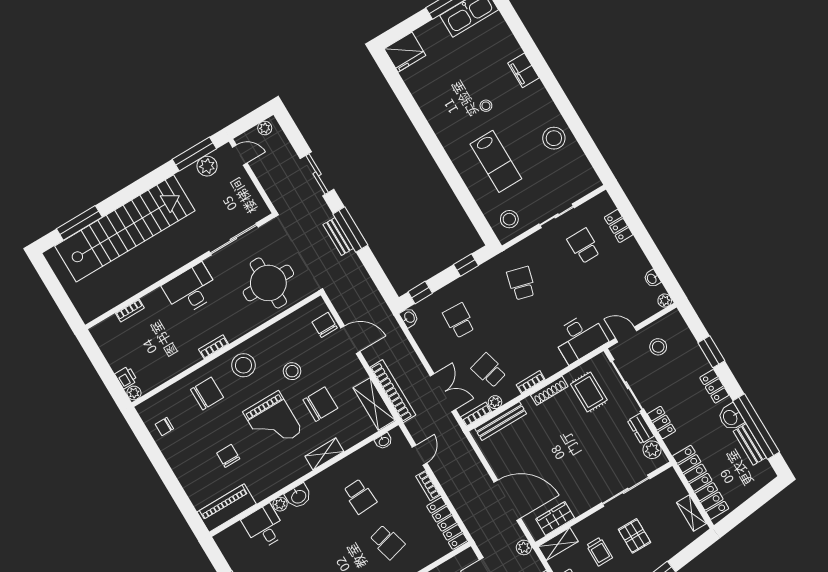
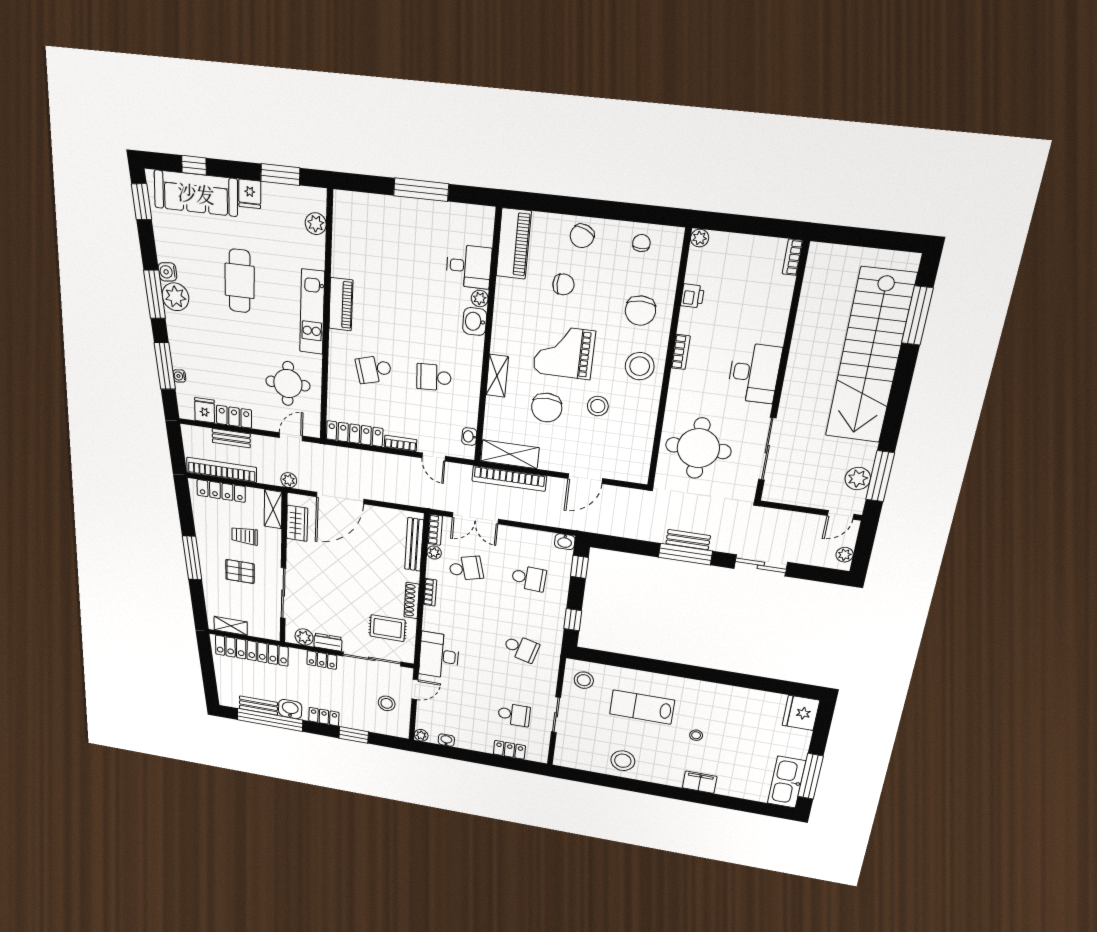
bookcase: (130, 310) -> (793, 257), moved
chair: (325, 325) -> (582, 236), moved, turned 114
printer: (126, 377) -> (692, 296), moved, turned -90

